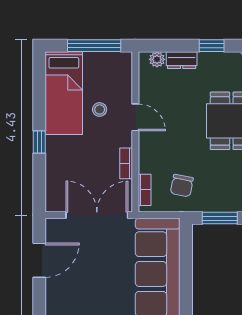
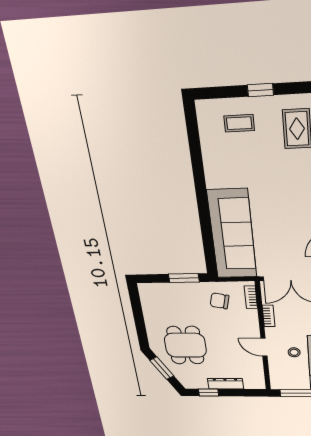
plant: (157, 59) -> (250, 384), removed
dresser: (182, 60) -> (226, 384), width x1.44
chair: (182, 186) -> (220, 301), turned -88

